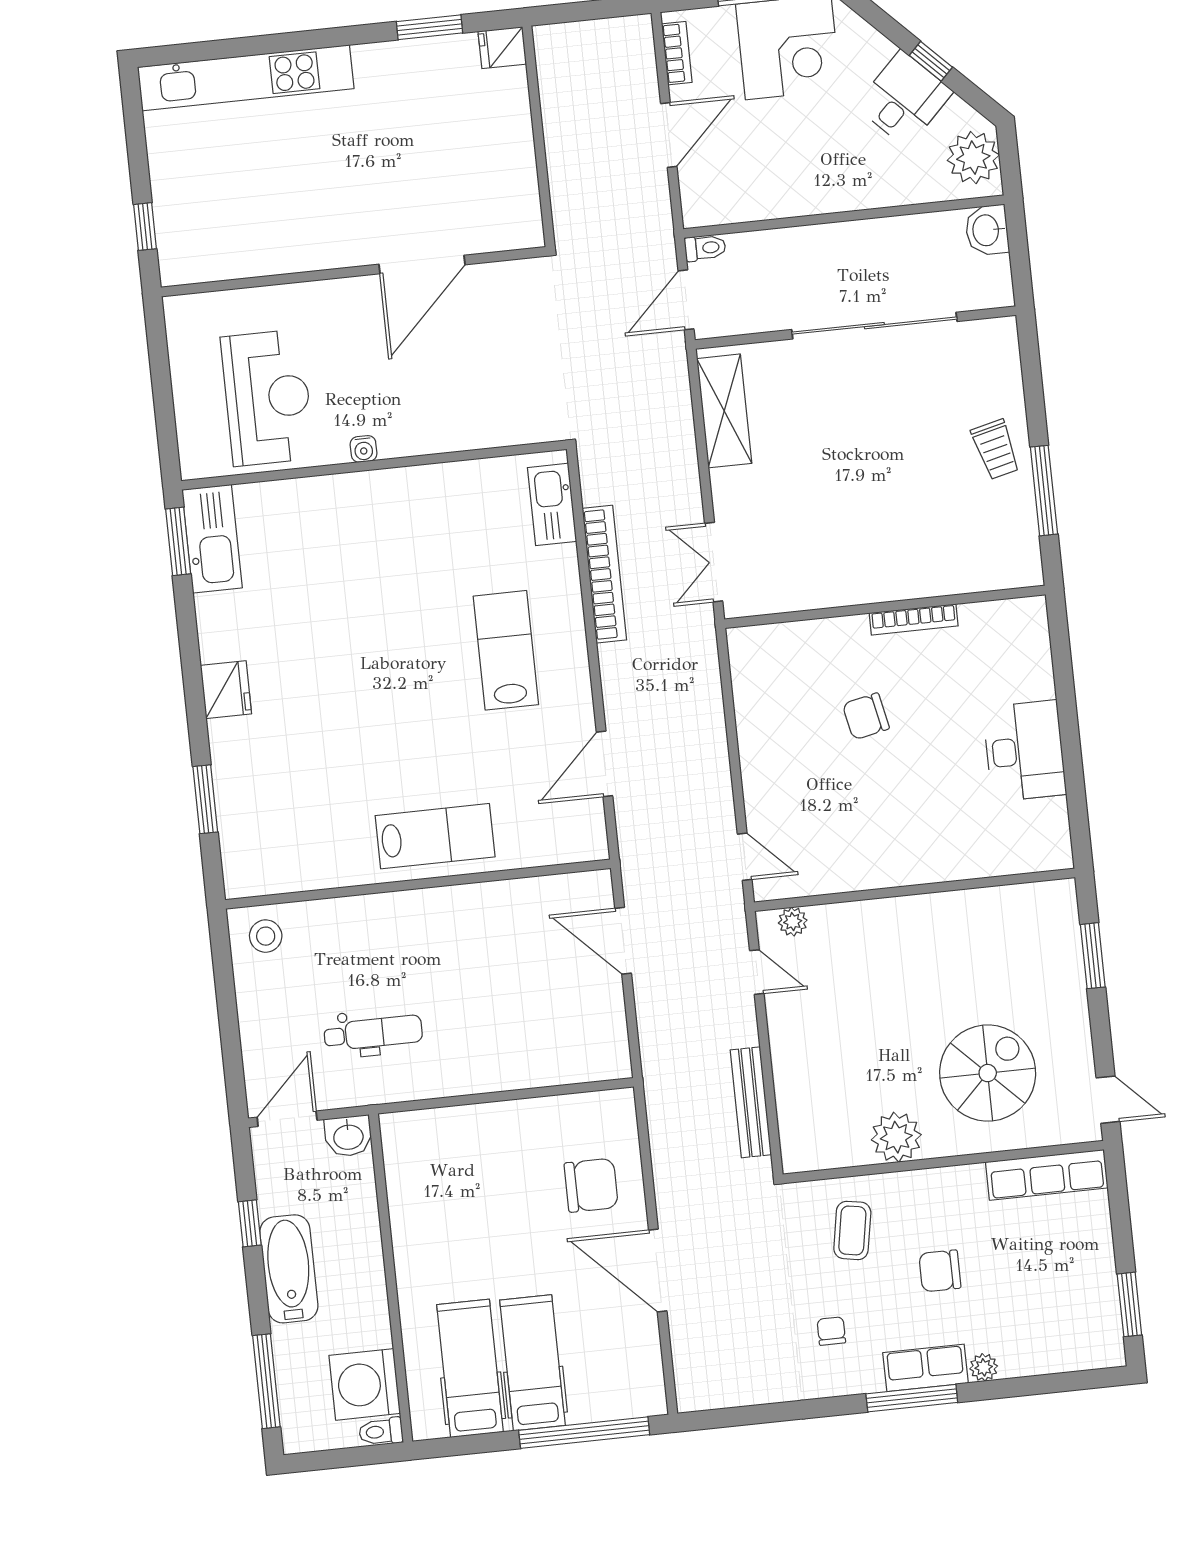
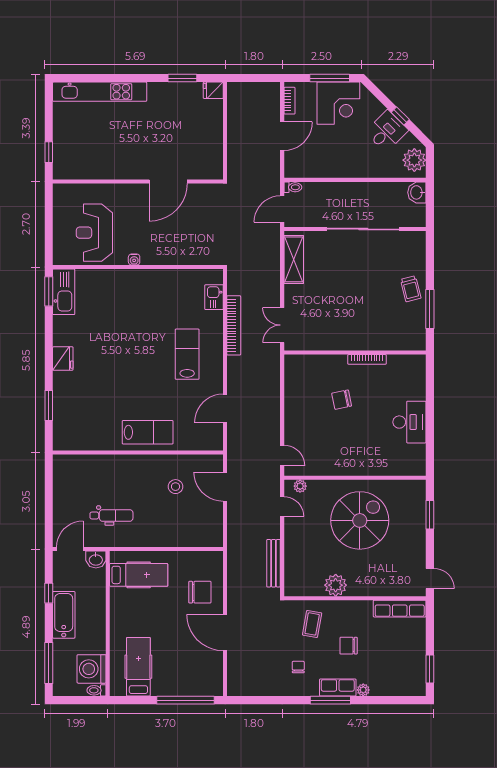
reception desk: (267, 398) -> (94, 233), turned 180
kitchen sink: (552, 504) -> (214, 297), width x0.73
stool: (266, 936) -> (176, 487), moved
spiral stairs: (988, 1073) -> (360, 520), moved, width x1.37, depth x1.37
hospital bed: (532, 1363) -> (139, 575), moved, turned 90

